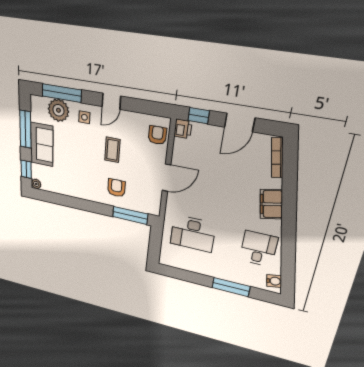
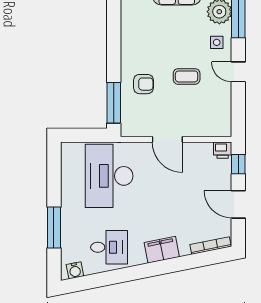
armchair: (157, 135) -> (211, 124), removed
desk: (193, 234) -> (109, 176), width x1.36, depth x1.30

